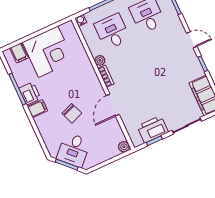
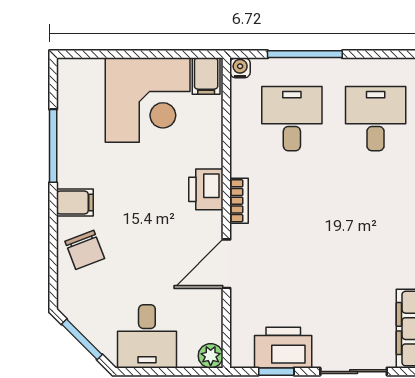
filing cabinet: (19, 53) -> (206, 76), moved
plant: (100, 60) -> (241, 164), removed
printer: (30, 94) -> (206, 189), moved, turned 180
chair: (72, 113) -> (85, 250), moved
desk: (74, 150) -> (147, 336), moved, turned -45

